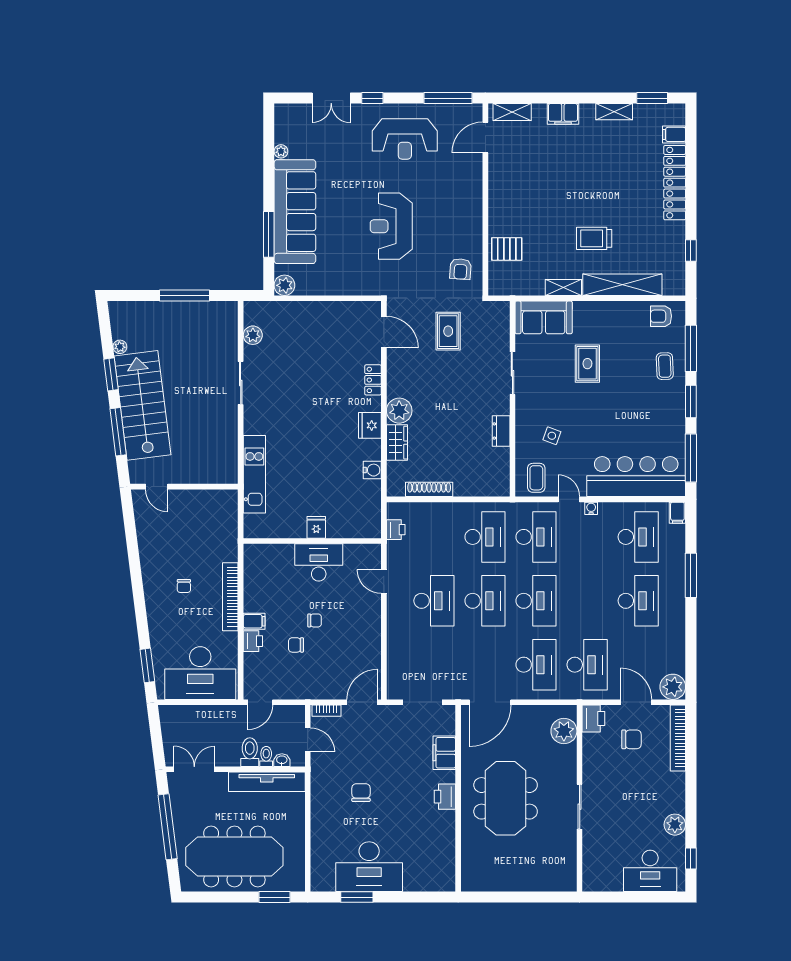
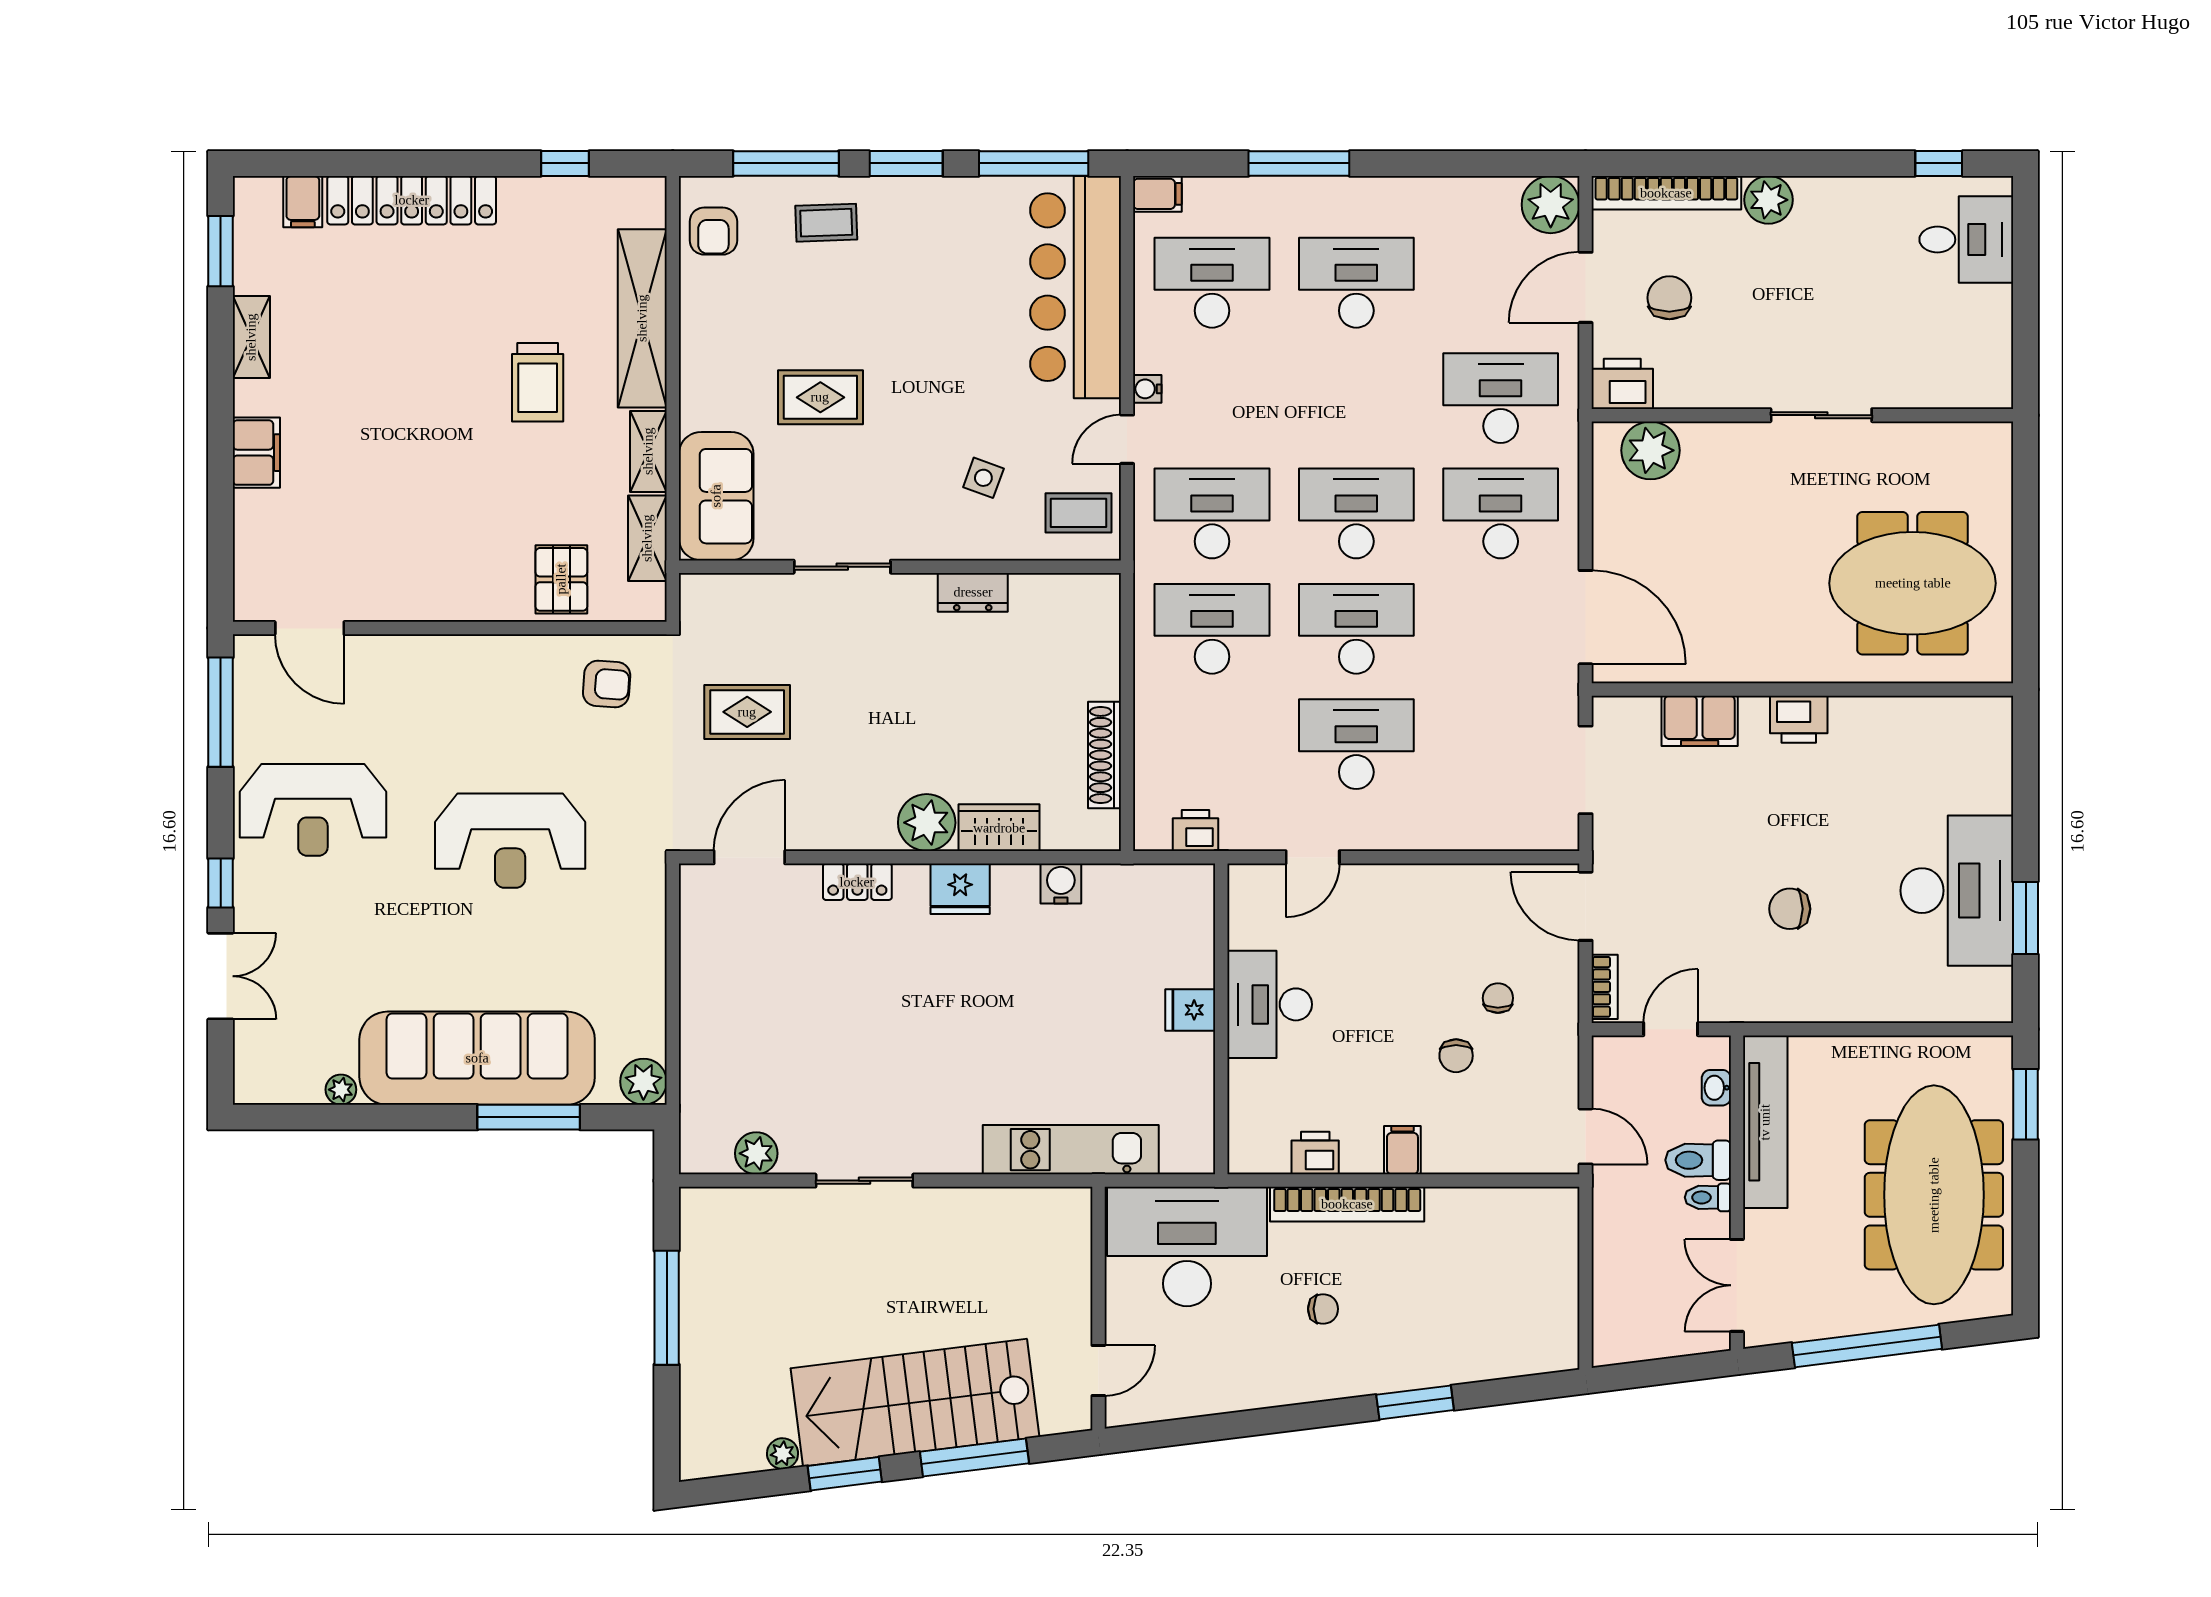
shelving: (512, 112) -> (647, 538), moved
reception desk: (405, 139) -> (313, 810), turned 90
chair: (315, 620) -> (1498, 998), moved
printer: (253, 641) -> (1315, 1153), moved
window: (147, 665) -> (1415, 1402), moved
desk: (200, 673) -> (1187, 1247), moved, turned -90
toilet: (266, 756) -> (1708, 1197), moved
meeting table: (506, 798) -> (1913, 583), moved
plant: (675, 825) -> (1769, 200), moved
desk: (650, 871) -> (1966, 240), width x0.73

